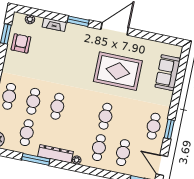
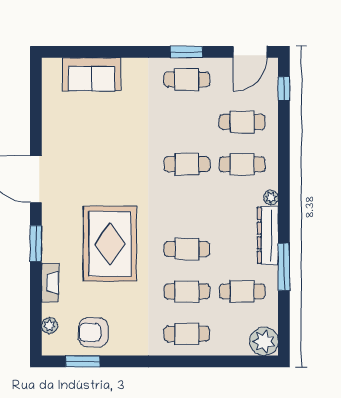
rug: (118, 71) -> (110, 244), moved

